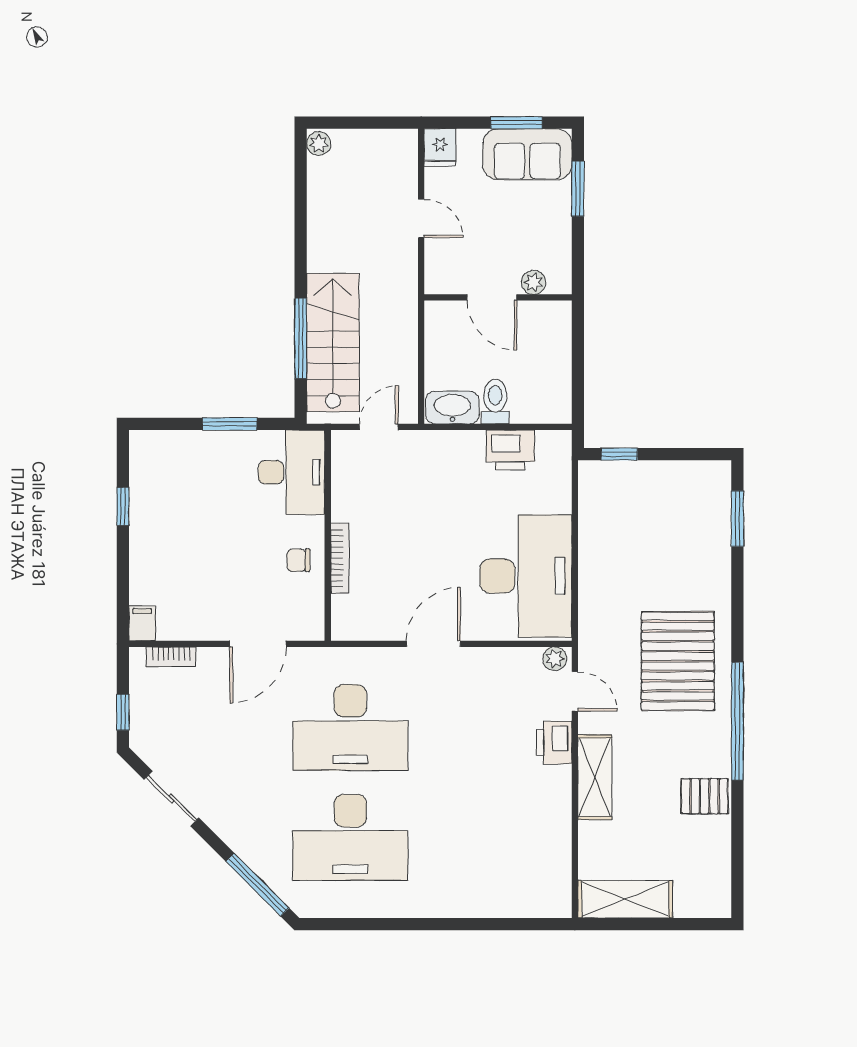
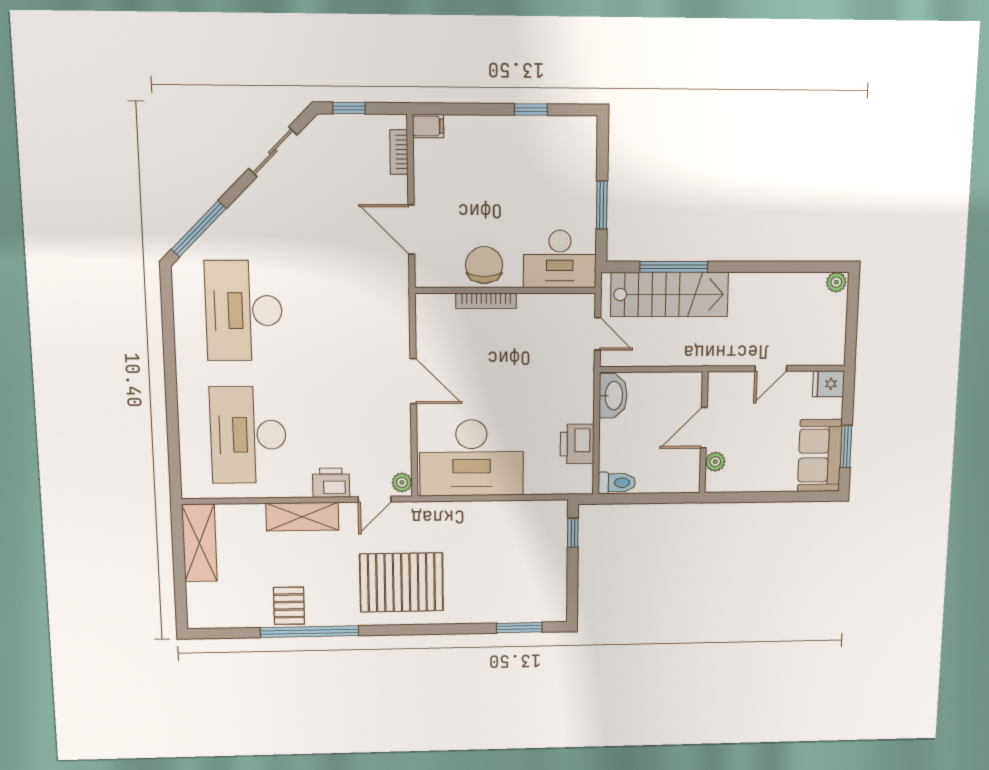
window: (578, 189) -> (790, 497), removed
toilet: (495, 402) -> (617, 483), moved
chair: (298, 560) -> (484, 265), width x1.87, depth x1.87
window: (737, 721) -> (310, 632), moved
desk: (350, 728) -> (248, 435), moved

